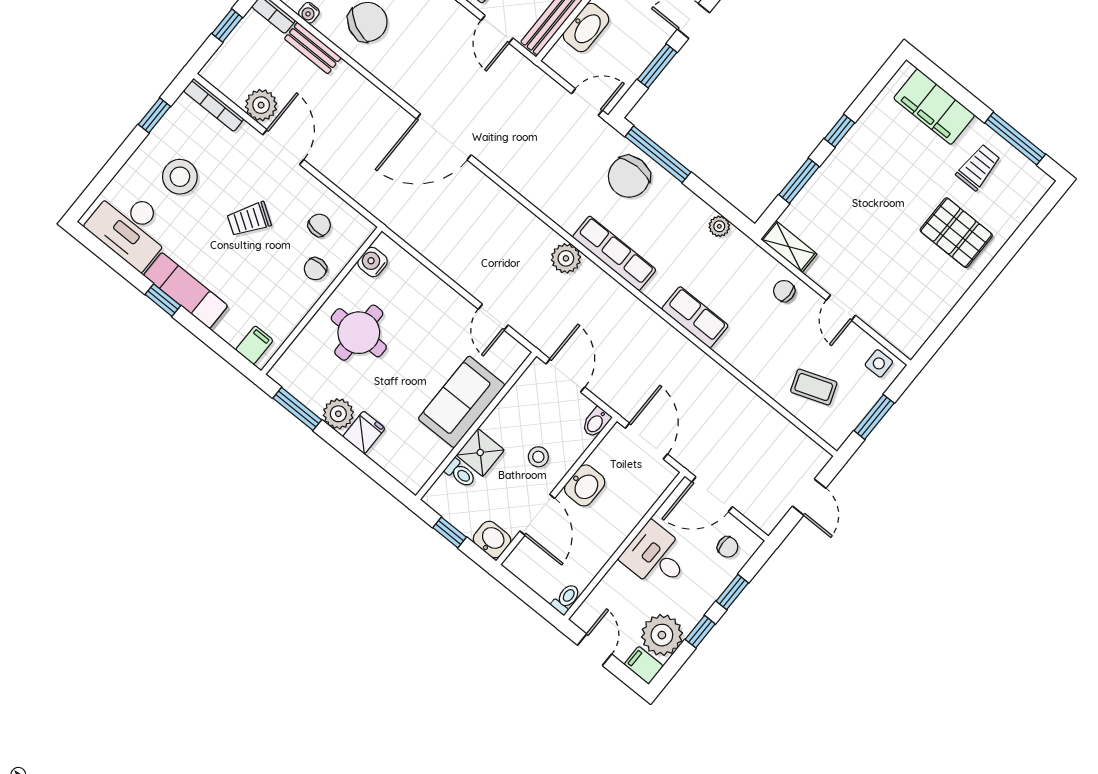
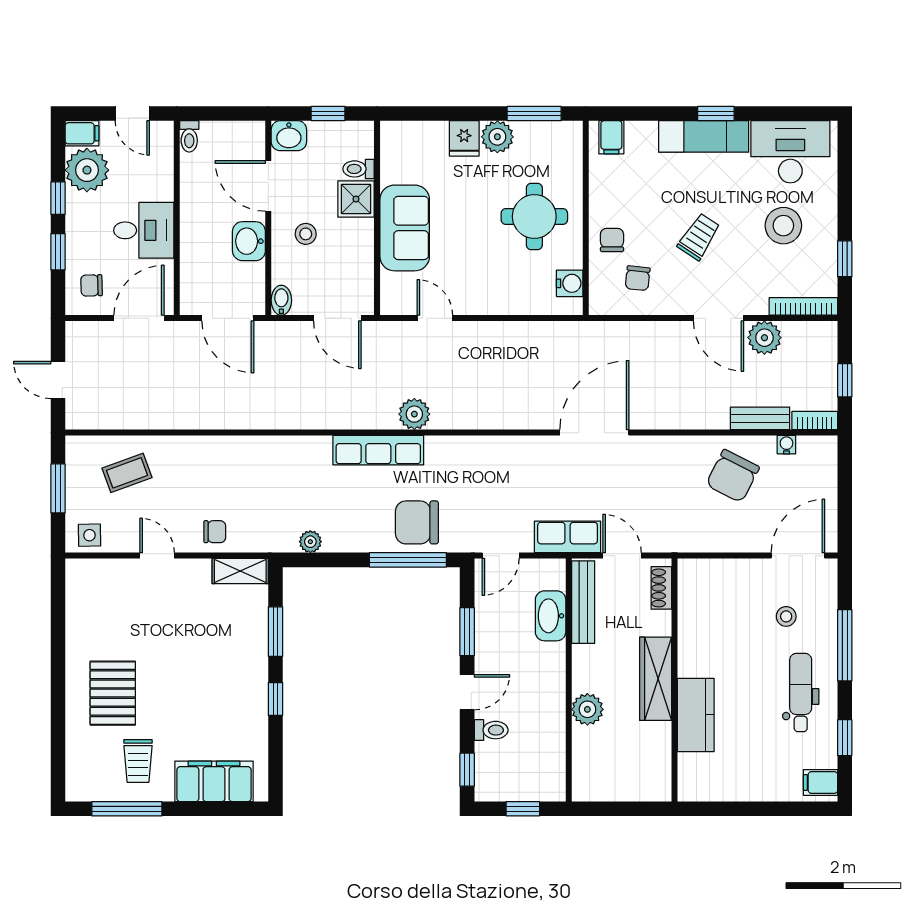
chair: (629, 177) -> (417, 522), turned -90
pallet: (956, 233) -> (113, 693), turned 90
row of seats: (695, 317) -> (568, 537), moved, turned 180

